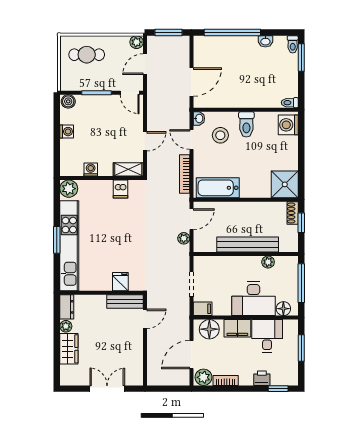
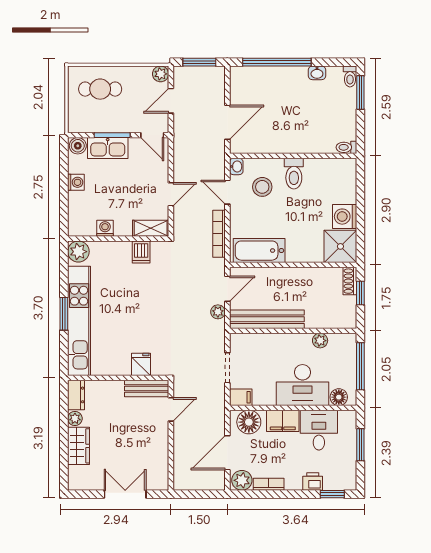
kitchen sink: (93, 103) -> (108, 148), added
washing machine: (288, 125) -> (345, 217), moved
bench: (248, 244) -> (267, 319), moved

